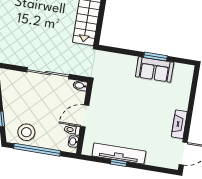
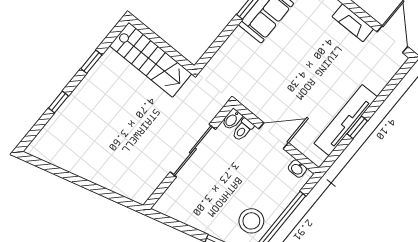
door: (85, 116) -> (274, 136), swing flipped
toilet: (72, 130) -> (243, 130), moved

